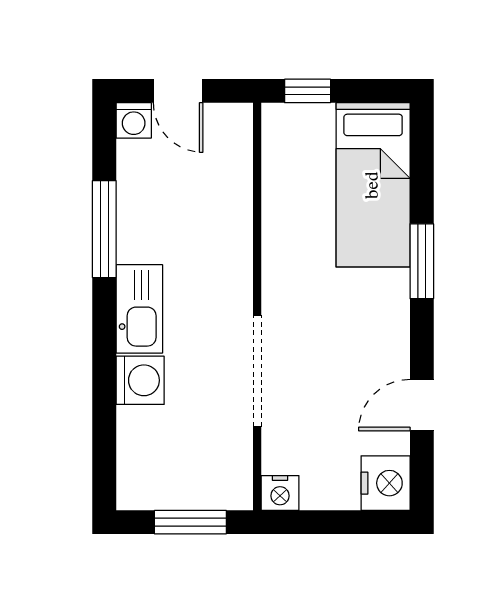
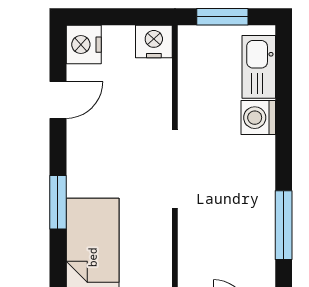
kitchen sink: (139, 309) -> (259, 67), moved
doorway: (257, 371) -> (175, 169), moved
nightstand: (280, 493) -> (154, 42), width x1.36, depth x1.33

